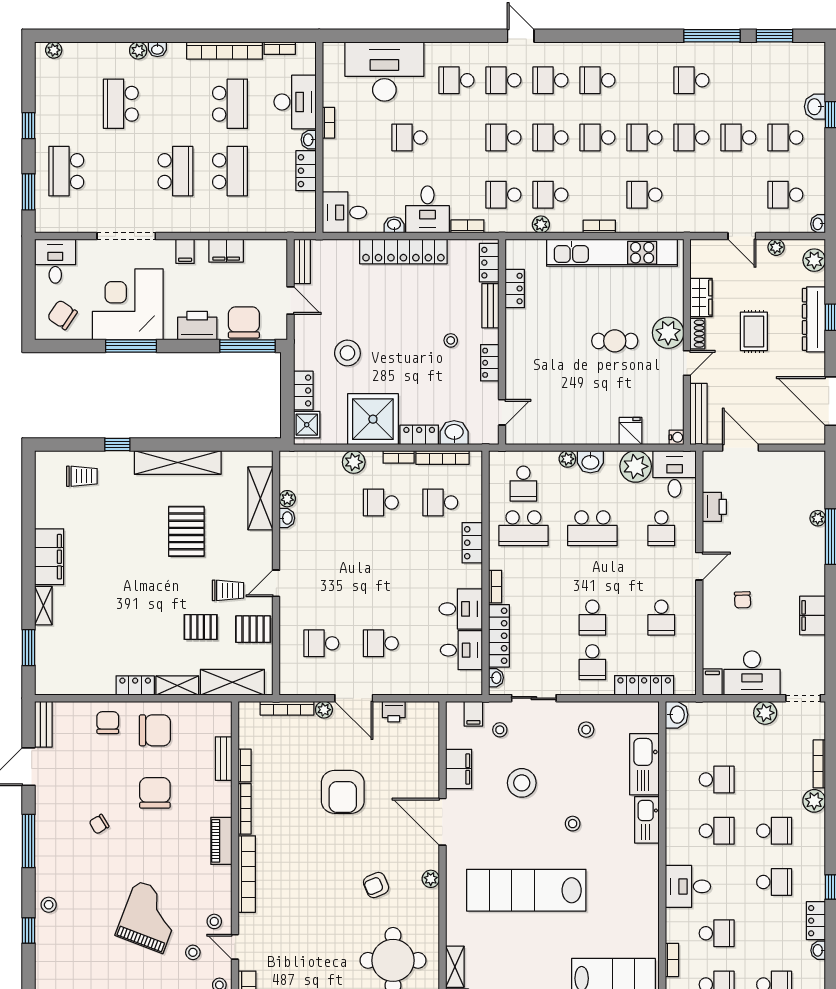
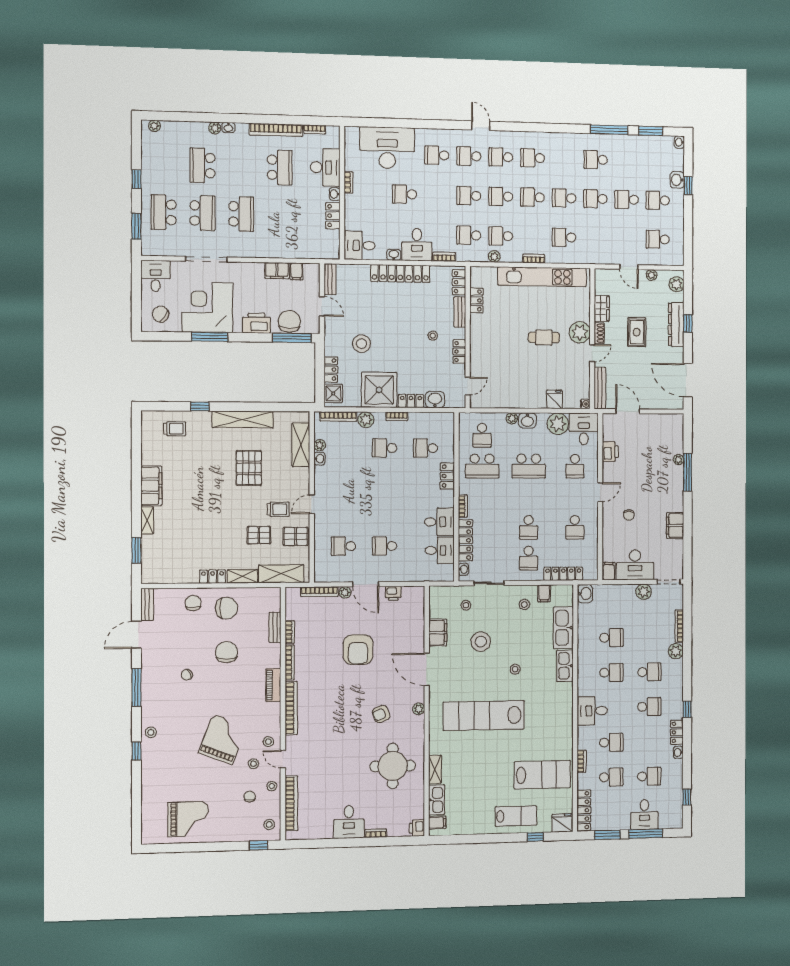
school desk: (230, 171) -> (202, 213), moved
washbasin: (818, 224) -> (679, 142), moved
filing cabinet: (185, 251) -> (296, 271), moved
bookcase: (443, 458) -> (338, 416), moved
filing cabinet: (473, 714) -> (544, 593), moved

